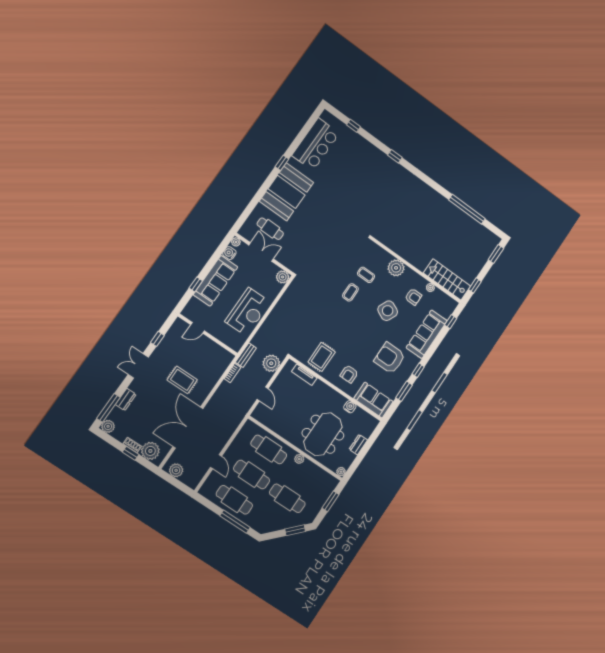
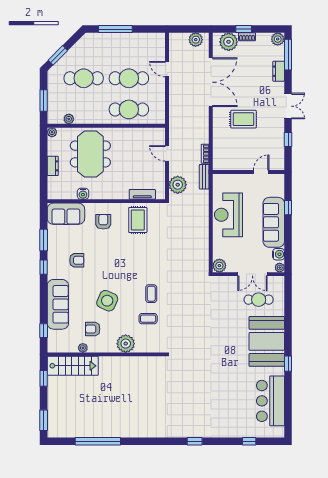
armchair: (390, 358) -> (77, 260), width x0.53, depth x0.53
plant: (299, 459) -> (69, 119), moved
cafe table: (234, 500) -> (129, 47), removed

